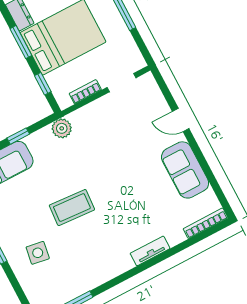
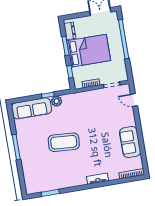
door: (181, 120) -> (134, 100), moved
plant: (62, 128) -> (57, 101), moved
coffee table: (72, 208) -> (64, 142), width x1.36, depth x1.32
side table: (38, 253) -> (38, 160), removed

